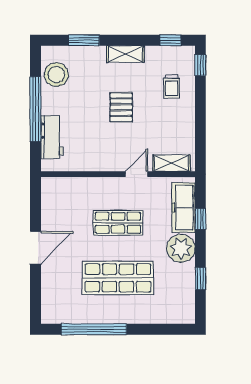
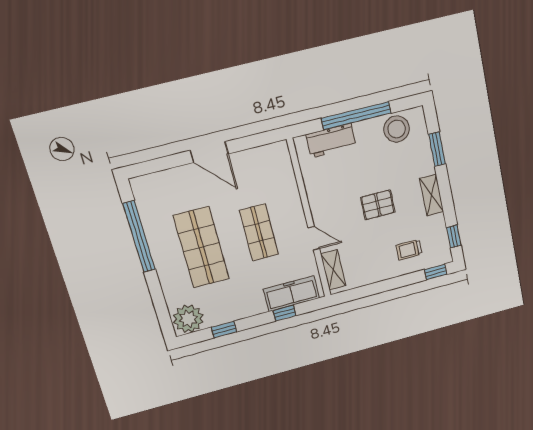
plant: (181, 248) -> (188, 319), moved

